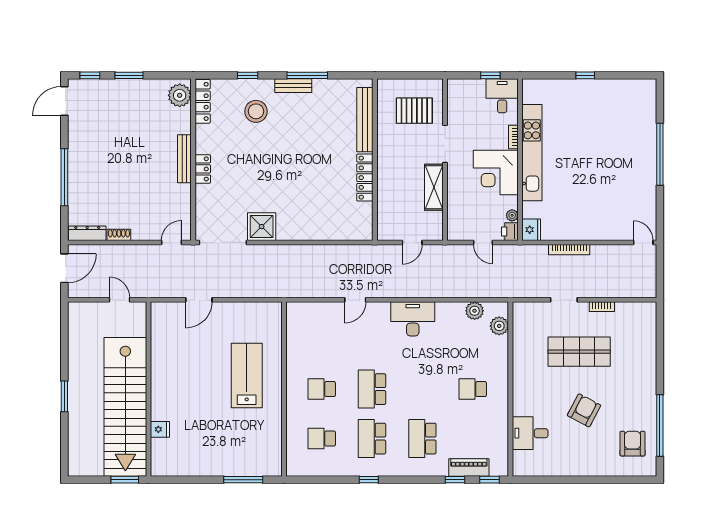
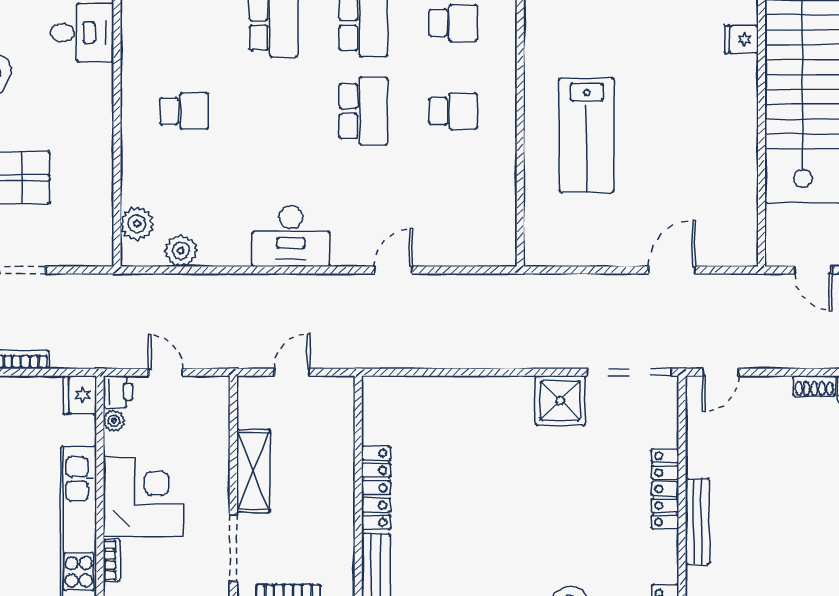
locker: (203, 169) -> (665, 489), width x1.53

